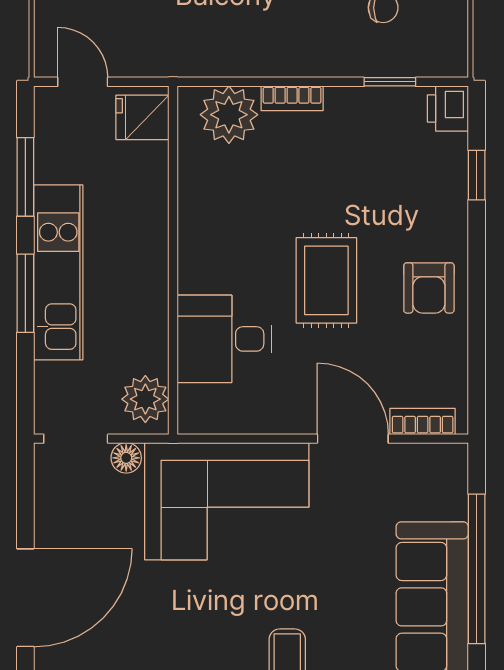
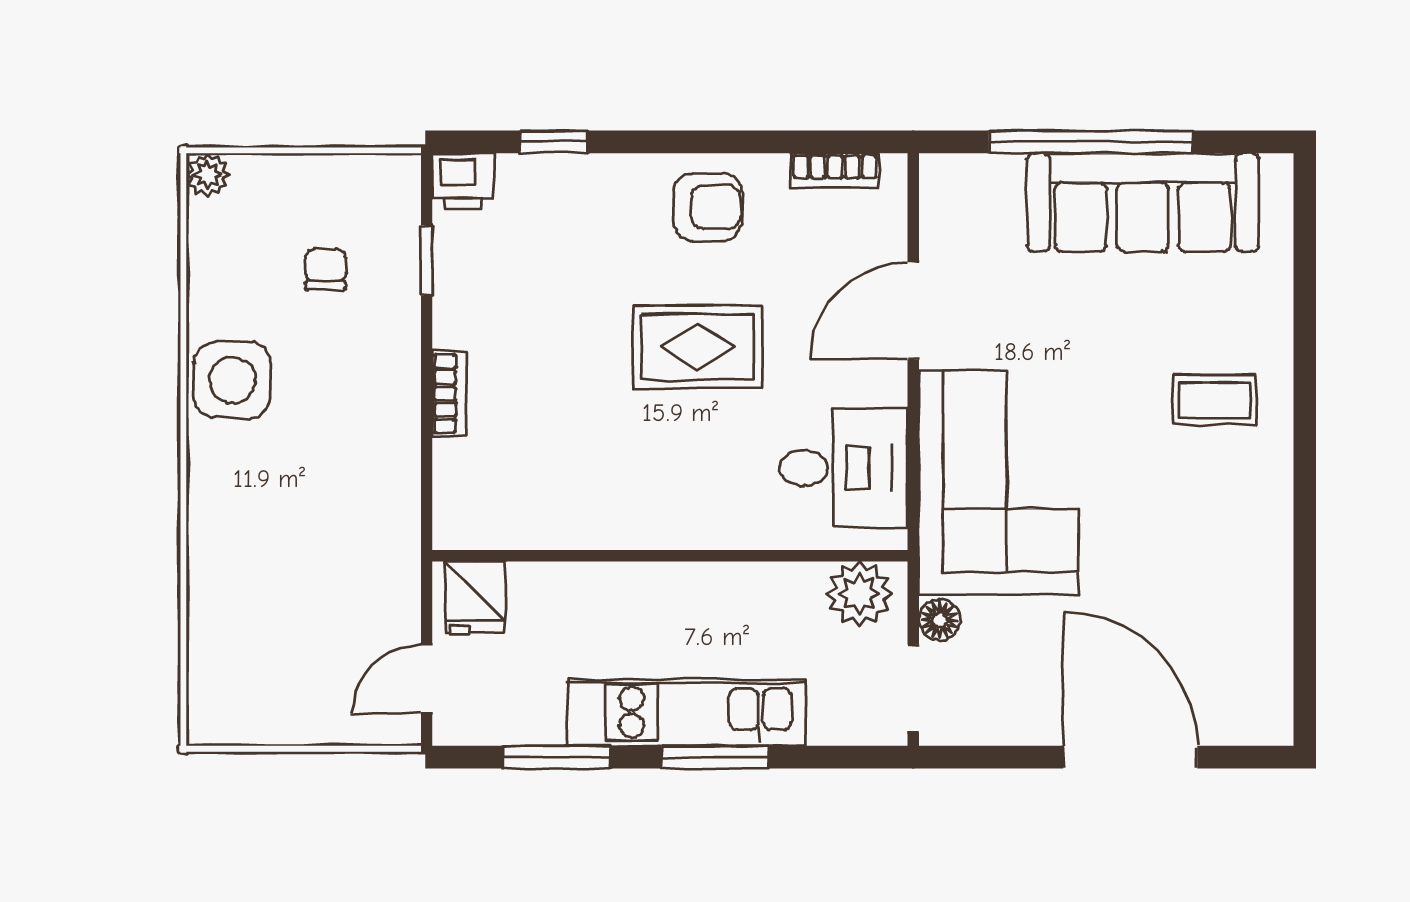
plant: (229, 115) -> (472, 480), removed
desk: (224, 339) -> (843, 468), moved, turned -90
bookcase: (423, 421) -> (835, 171), moved, turned -90

